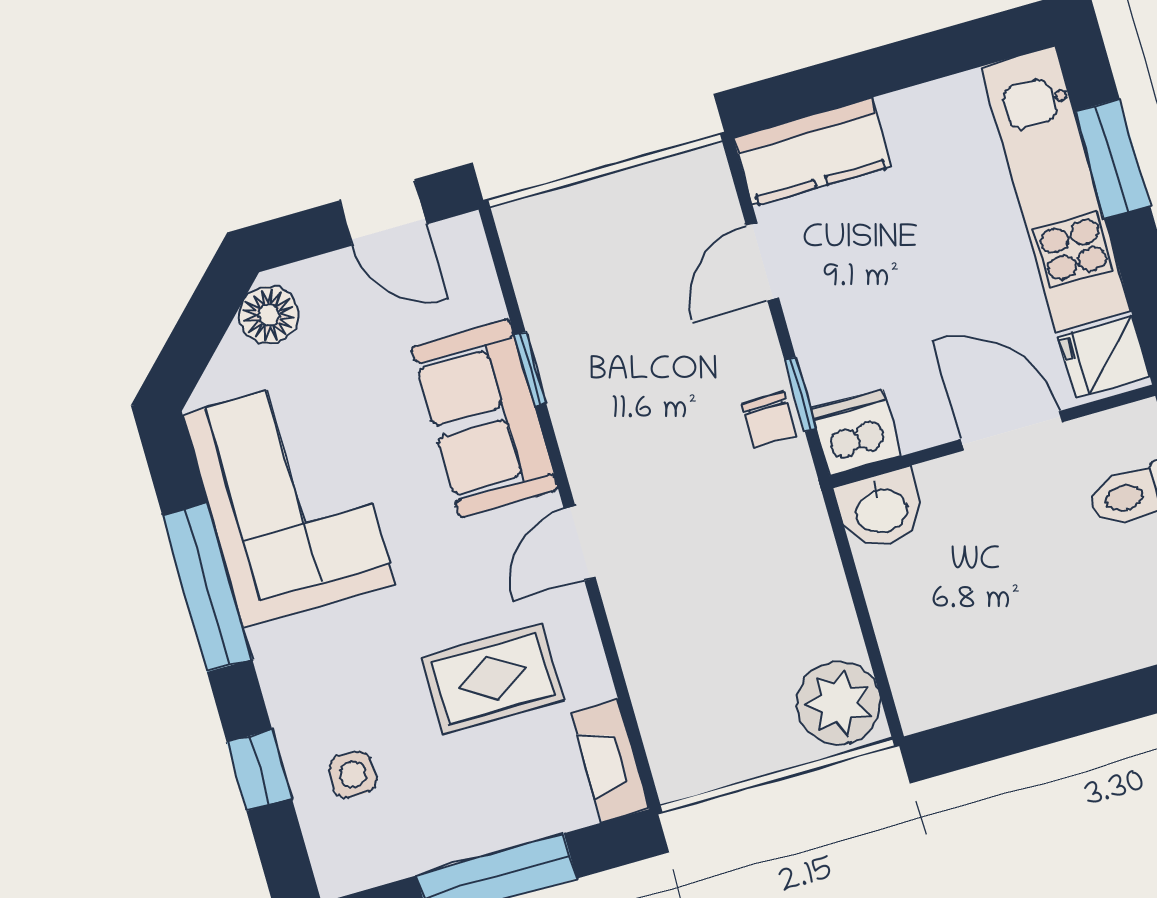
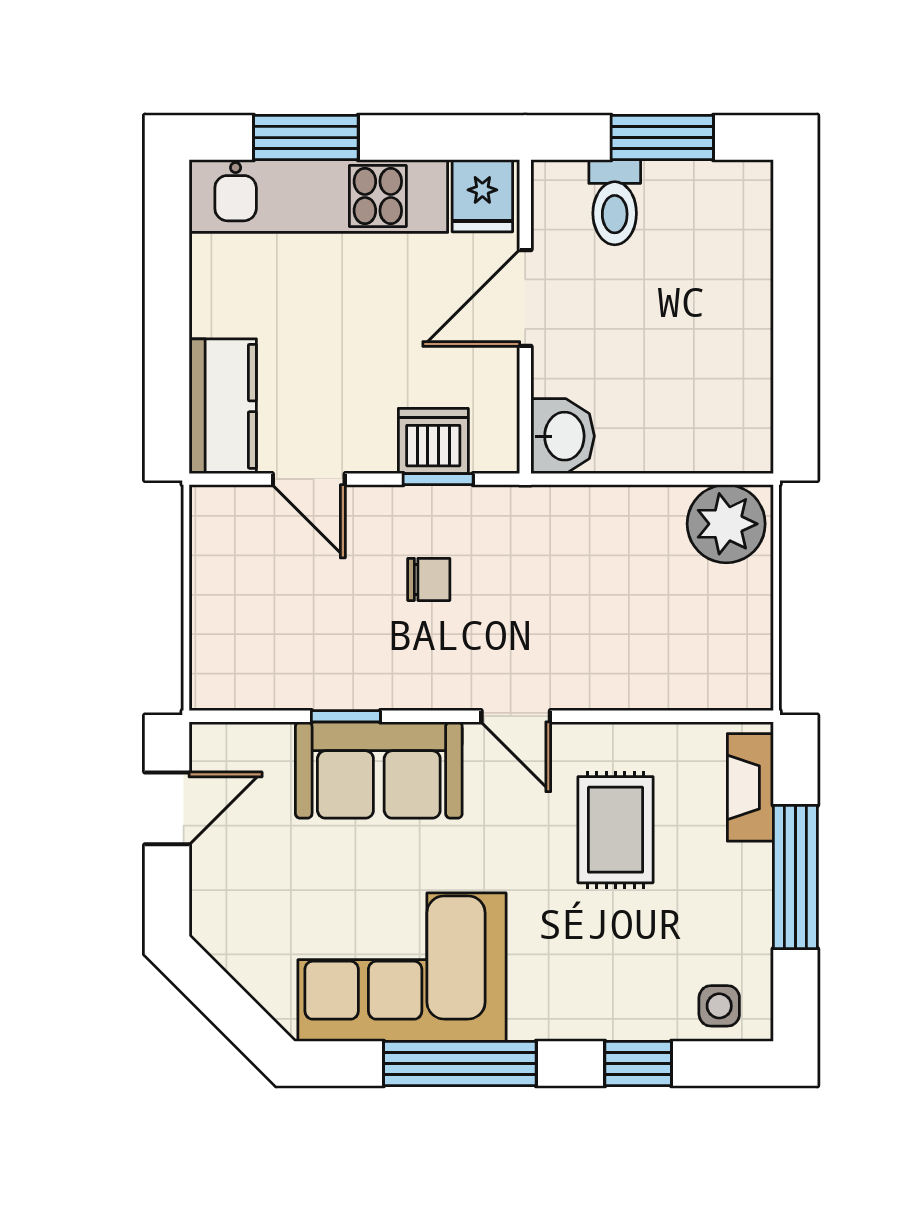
floor lamp: (269, 315) -> (230, 938), removed
chair: (769, 420) -> (429, 579), moved
dishwasher: (856, 433) -> (433, 441), moved, turned 90
fireplace: (610, 761) -> (750, 787), moved, turned 90
side table: (352, 774) -> (719, 1006), moved

